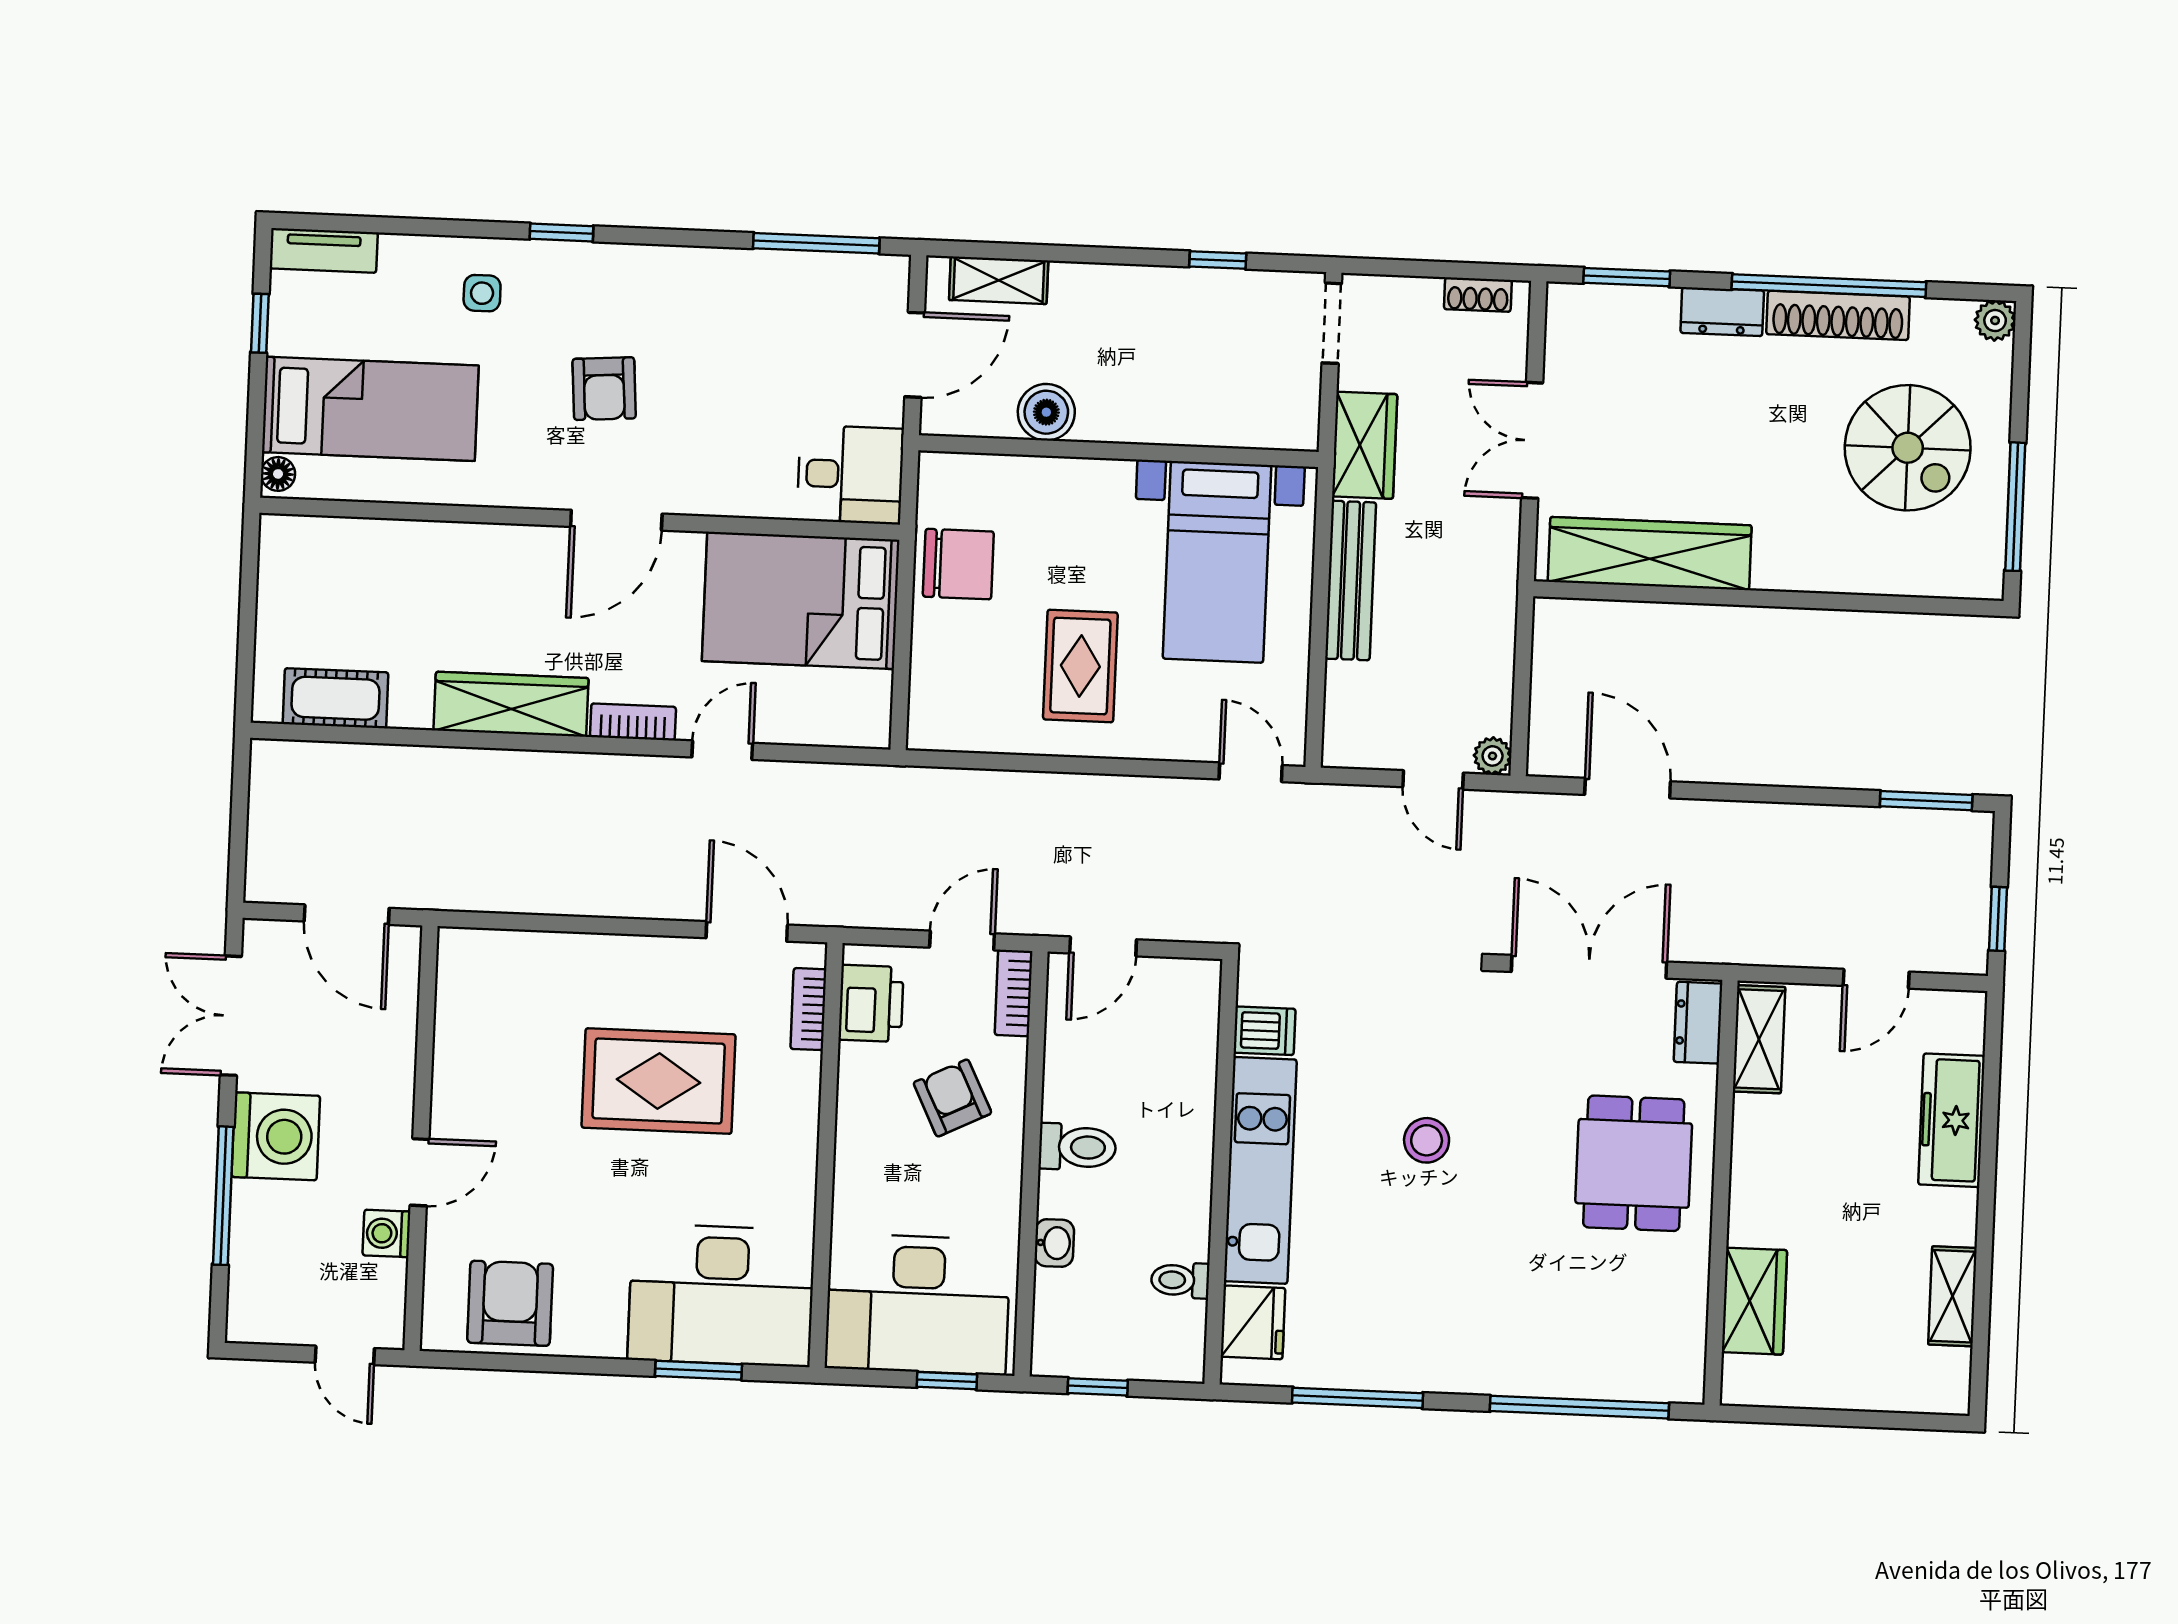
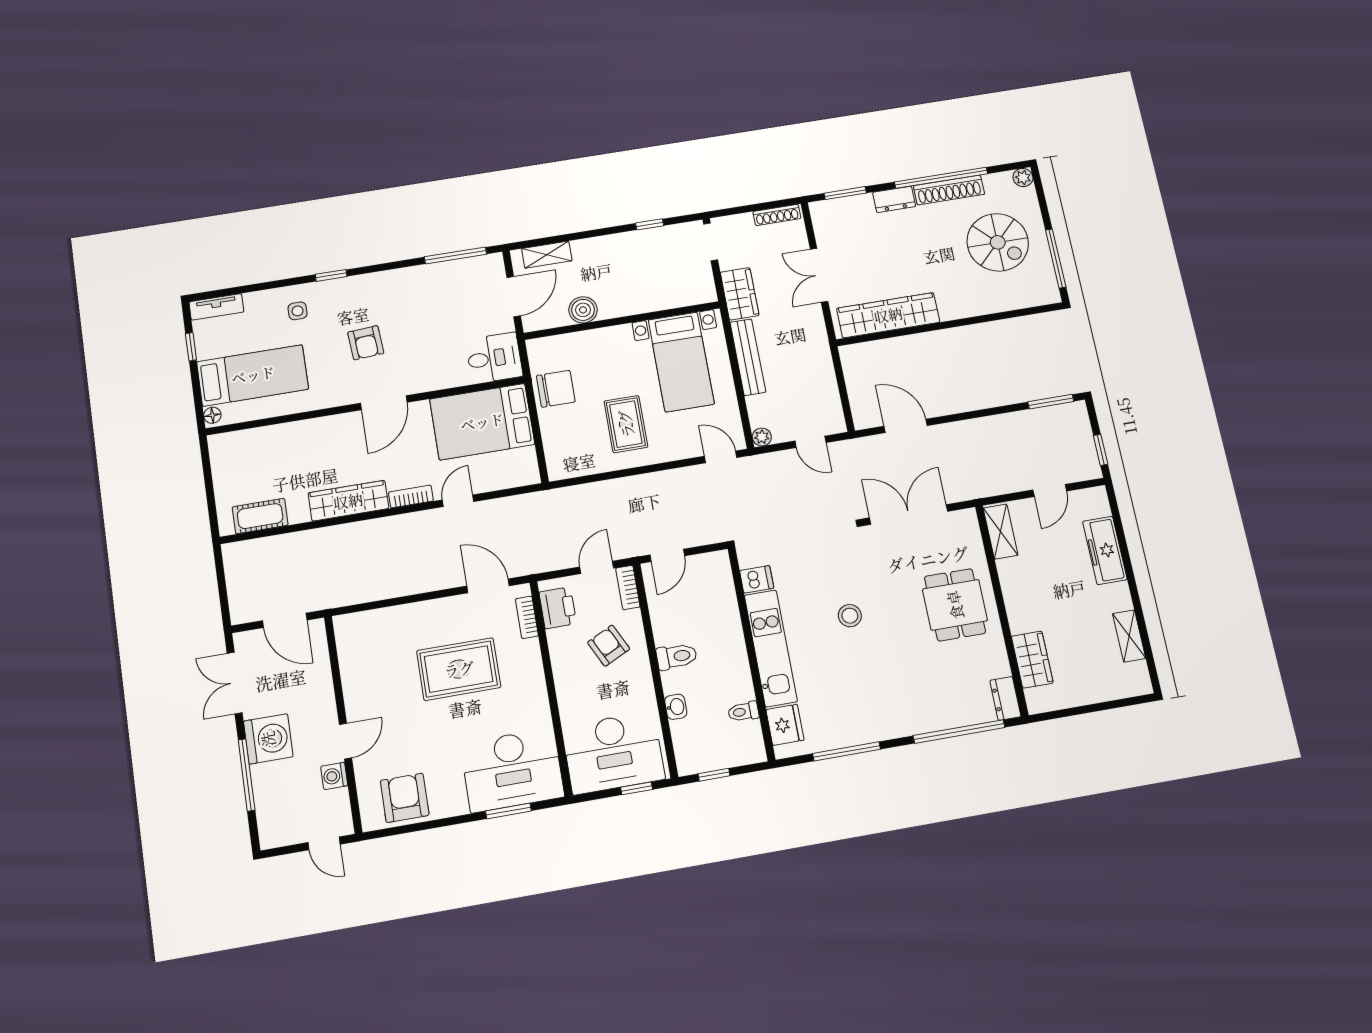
shoe rack: (1478, 295) -> (777, 215), width x1.43
plant: (1493, 756) -> (762, 437), moved
dresser: (1698, 1023) -> (1005, 698), moved

